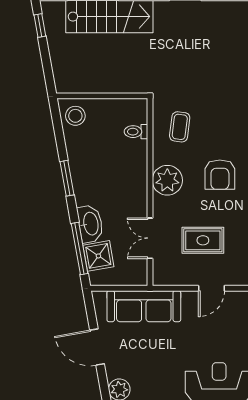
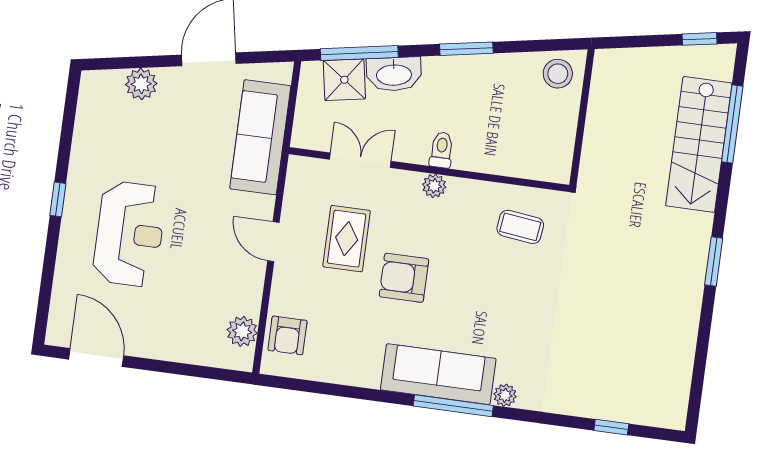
toilet: (136, 132) -> (441, 150), moved
armchair: (220, 175) -> (404, 278), moved
plant: (167, 180) -> (434, 186), width x0.53, depth x0.53

